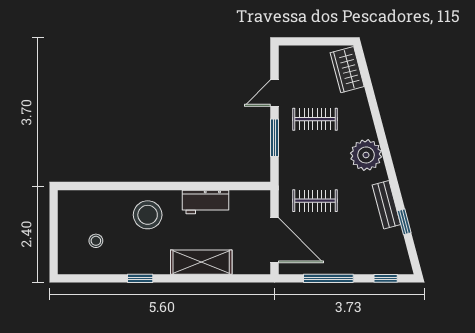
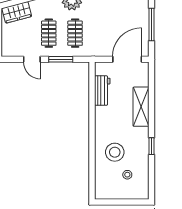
clothes rail: (315, 201) -> (75, 33), moved
workbench: (205, 202) -> (102, 91), moved
stool: (148, 215) -> (115, 152), moved

